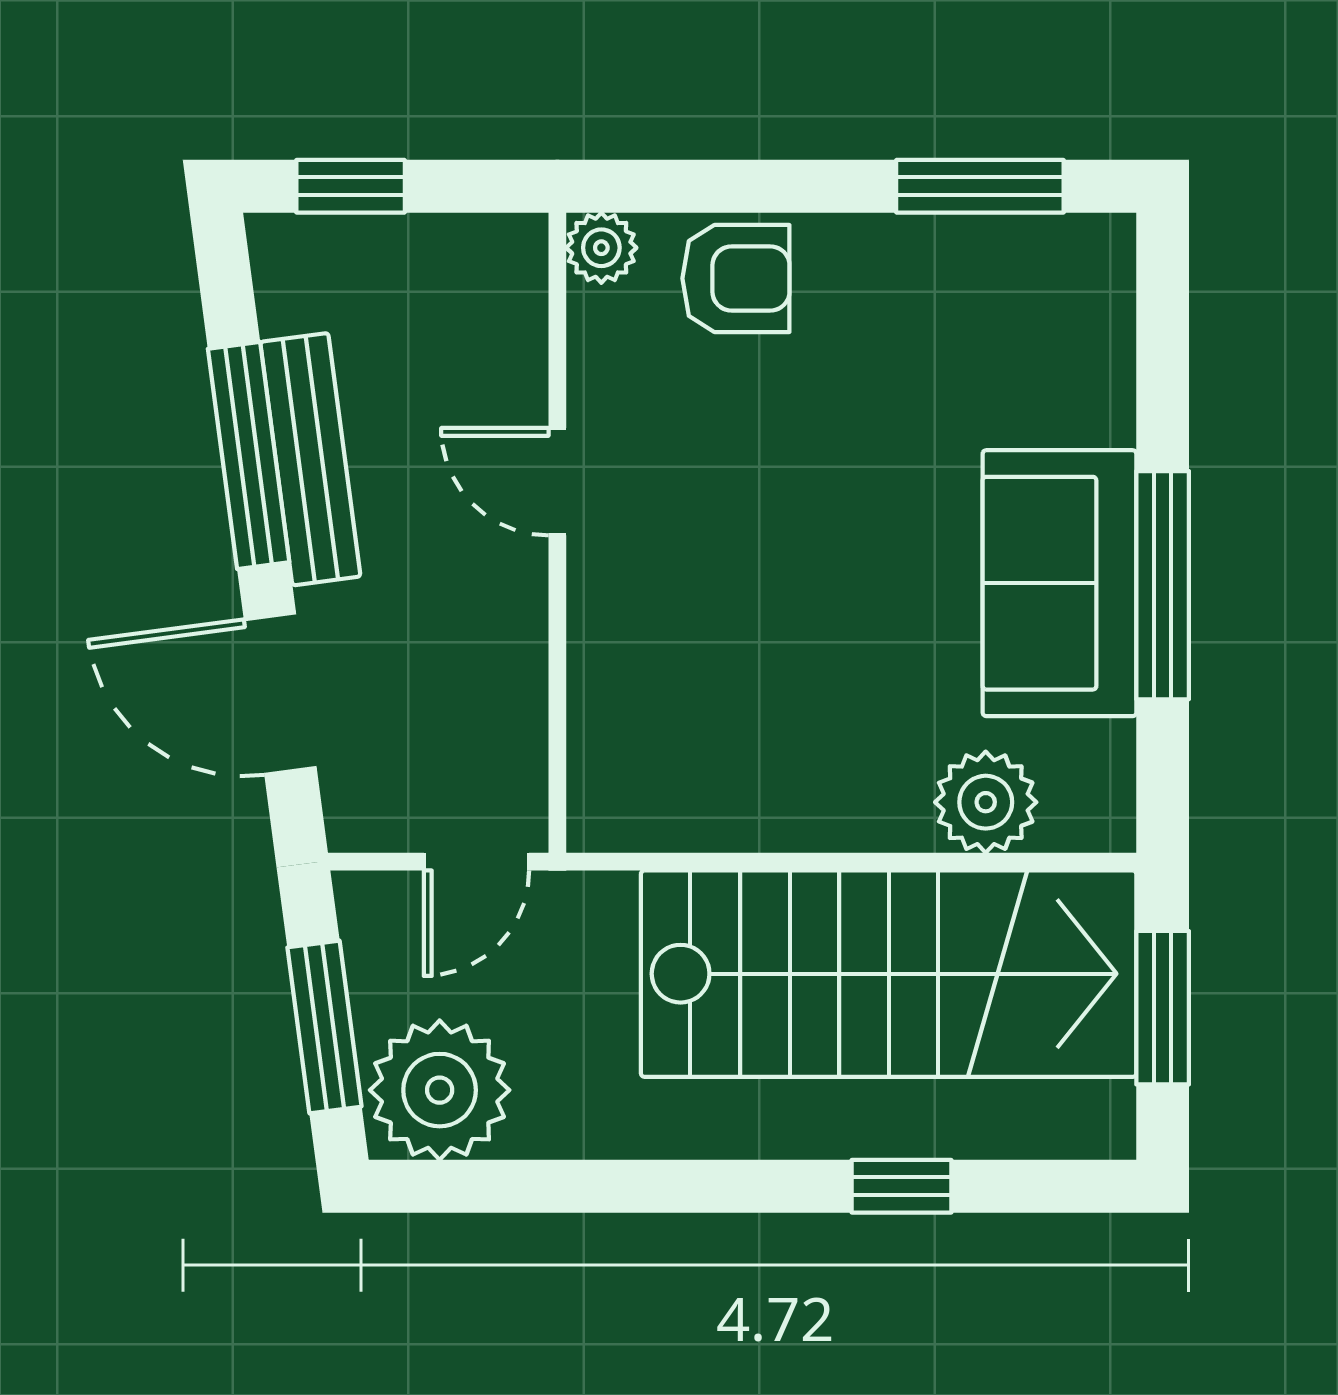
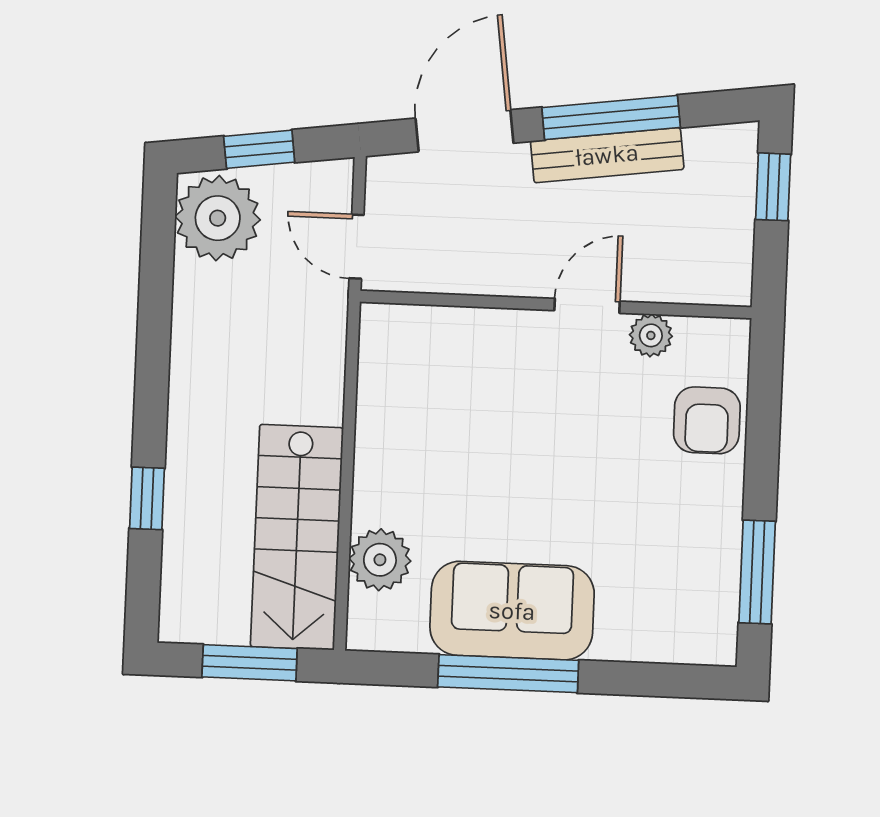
plant: (601, 248) -> (651, 335), moved
stairs: (889, 974) -> (297, 537), width x0.73, depth x0.66
window: (324, 1027) -> (259, 149), width x0.67

